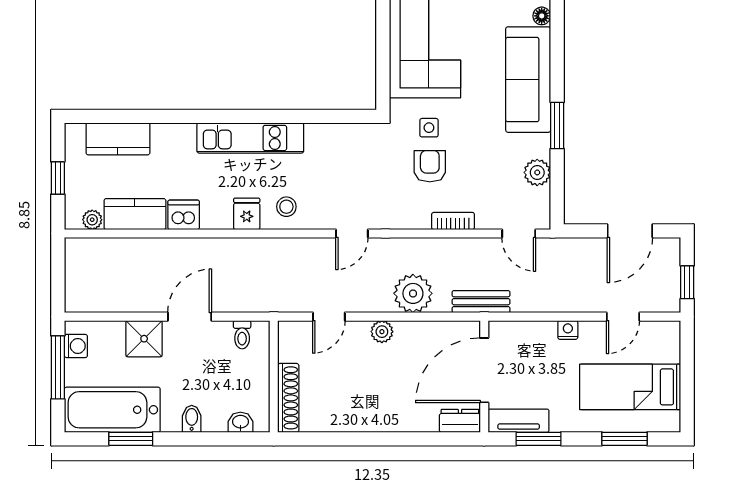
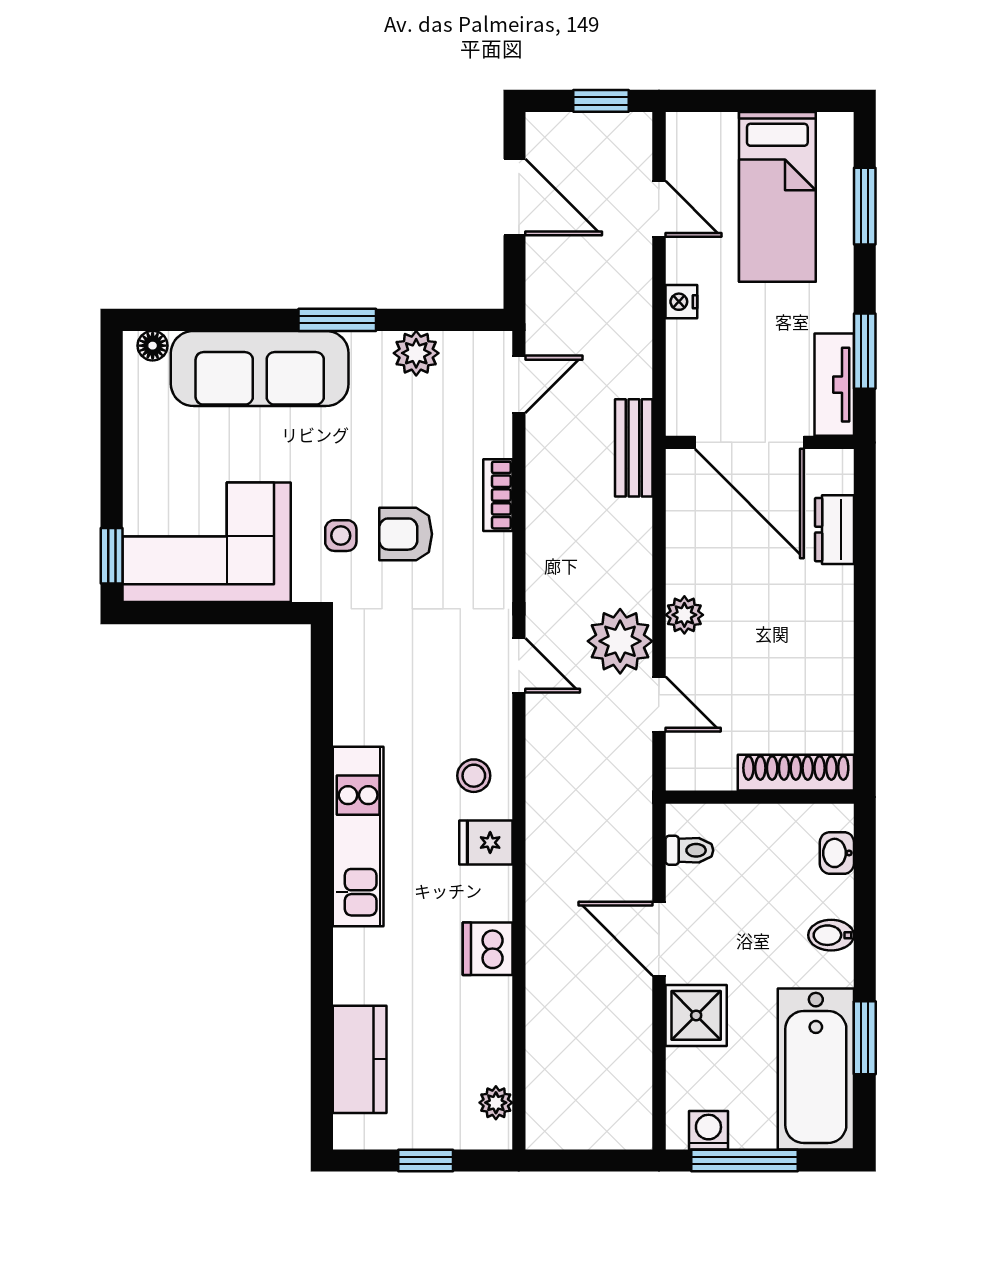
kitchen counter: (135, 214) -> (486, 1031), removed
plant: (413, 293) -> (620, 641), moved
dresser: (460, 421) -> (834, 530), moved

